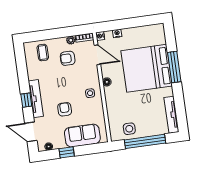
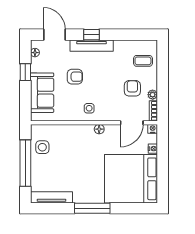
window: (174, 67) -> (92, 208), moved
bed: (147, 68) -> (131, 179), moved, turned -90
door: (31, 132) -> (54, 35), hinge flipped

